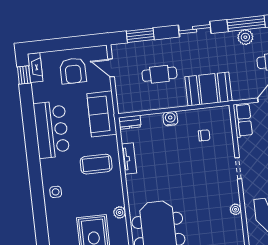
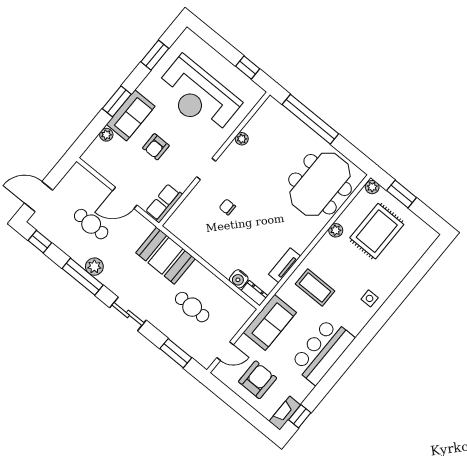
door: (111, 68) -> (225, 351), hinge flipped
water cooler: (170, 119) -> (239, 279), moved
chair: (204, 135) -> (227, 207), moved

